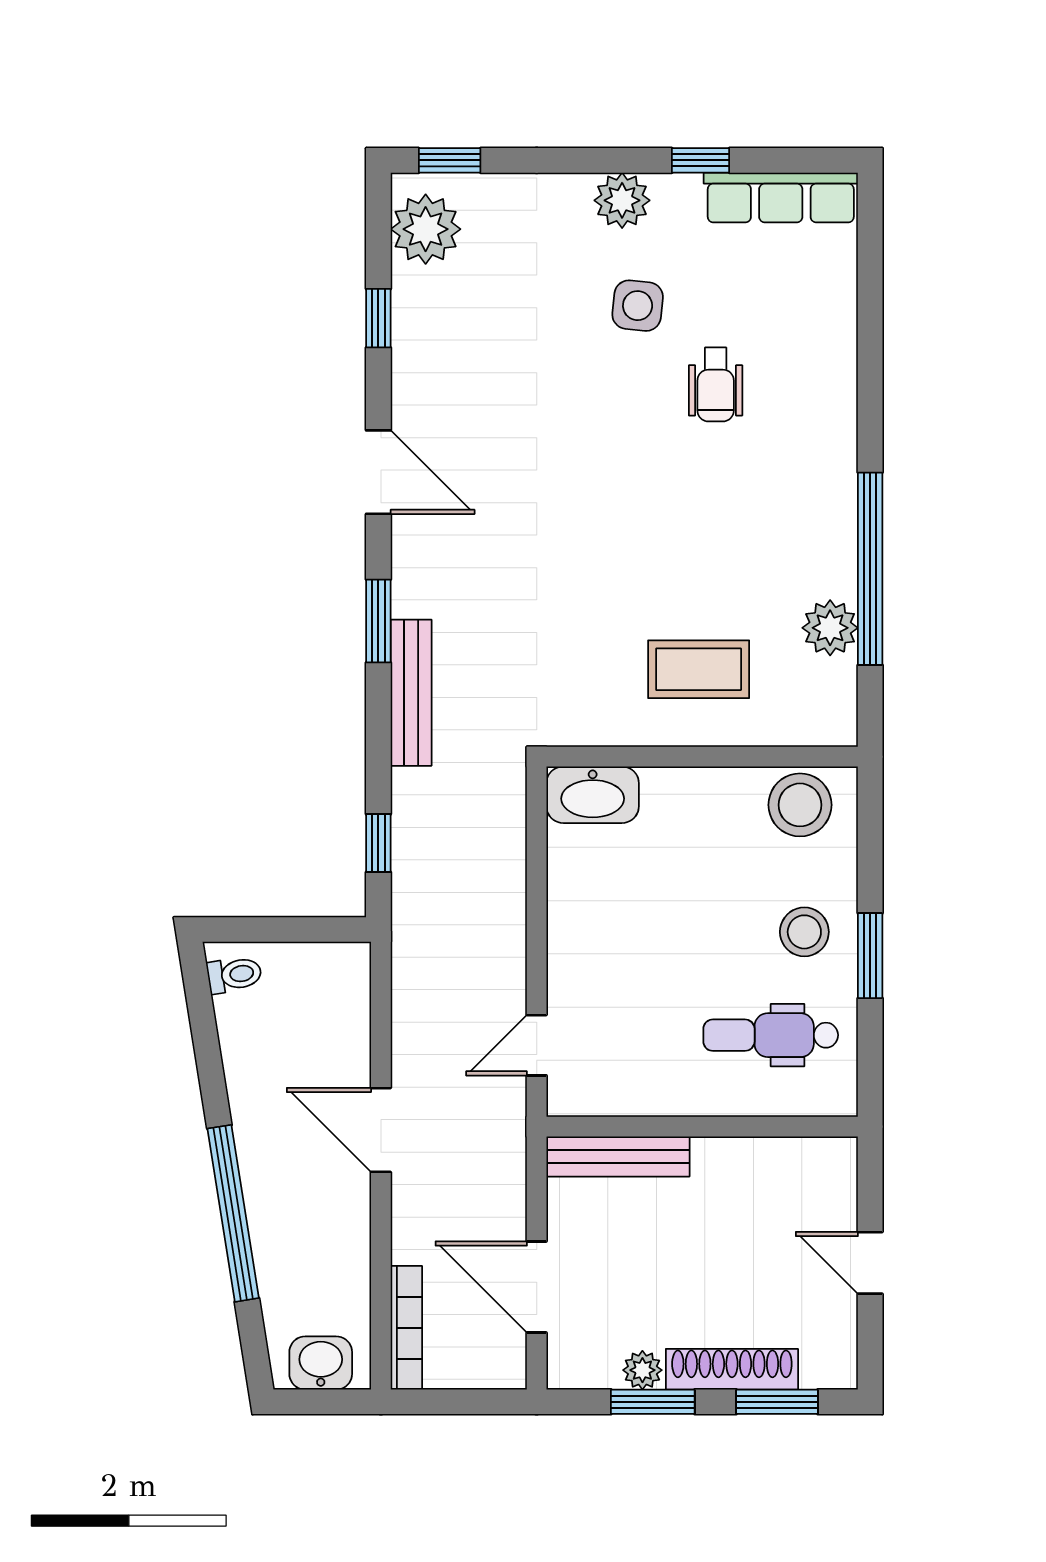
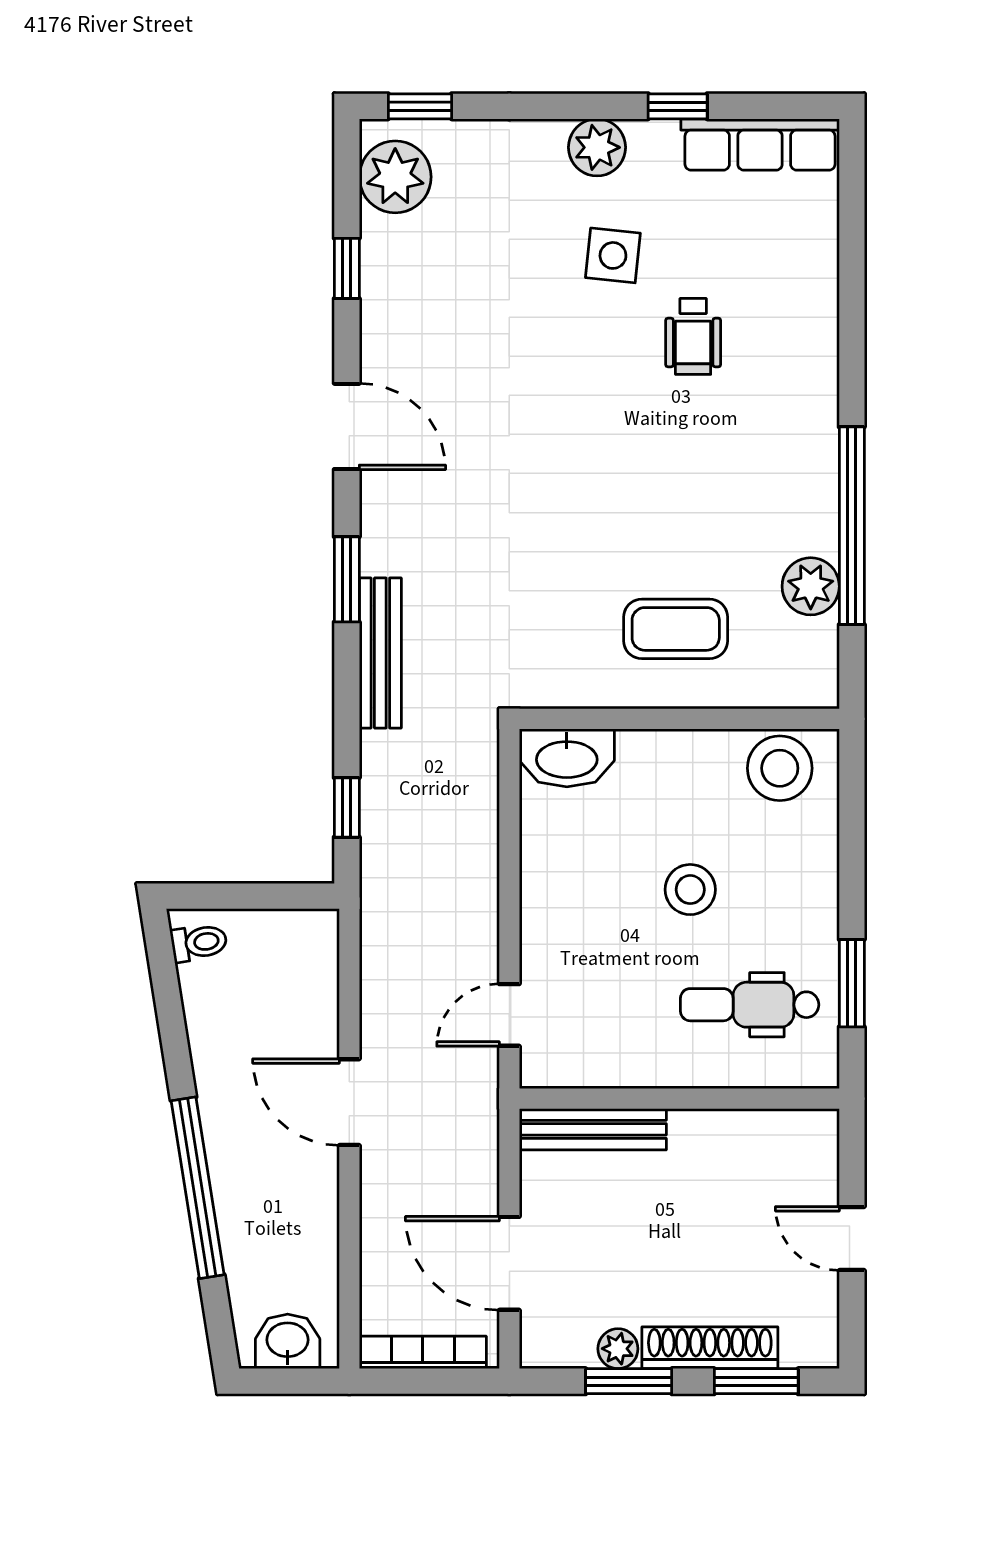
stool: (804, 932) -> (690, 890), moved
window: (870, 956) -> (852, 983), moved
bookcase: (406, 1328) -> (423, 1352), moved, turned -90

